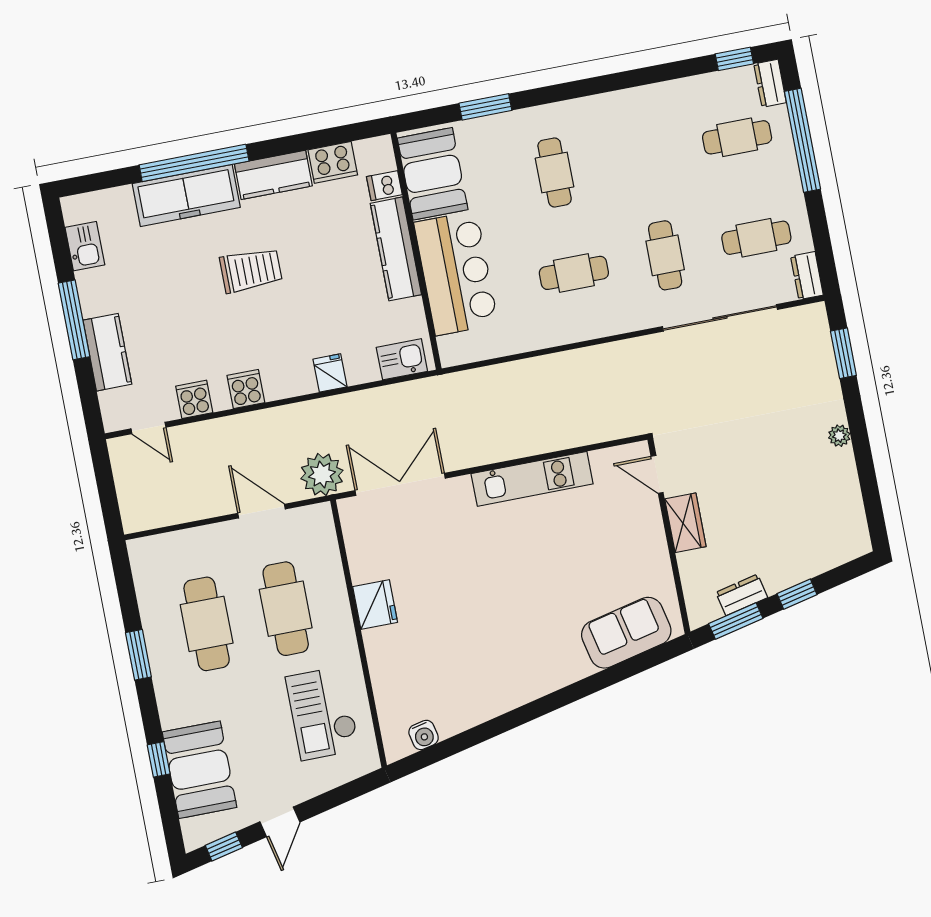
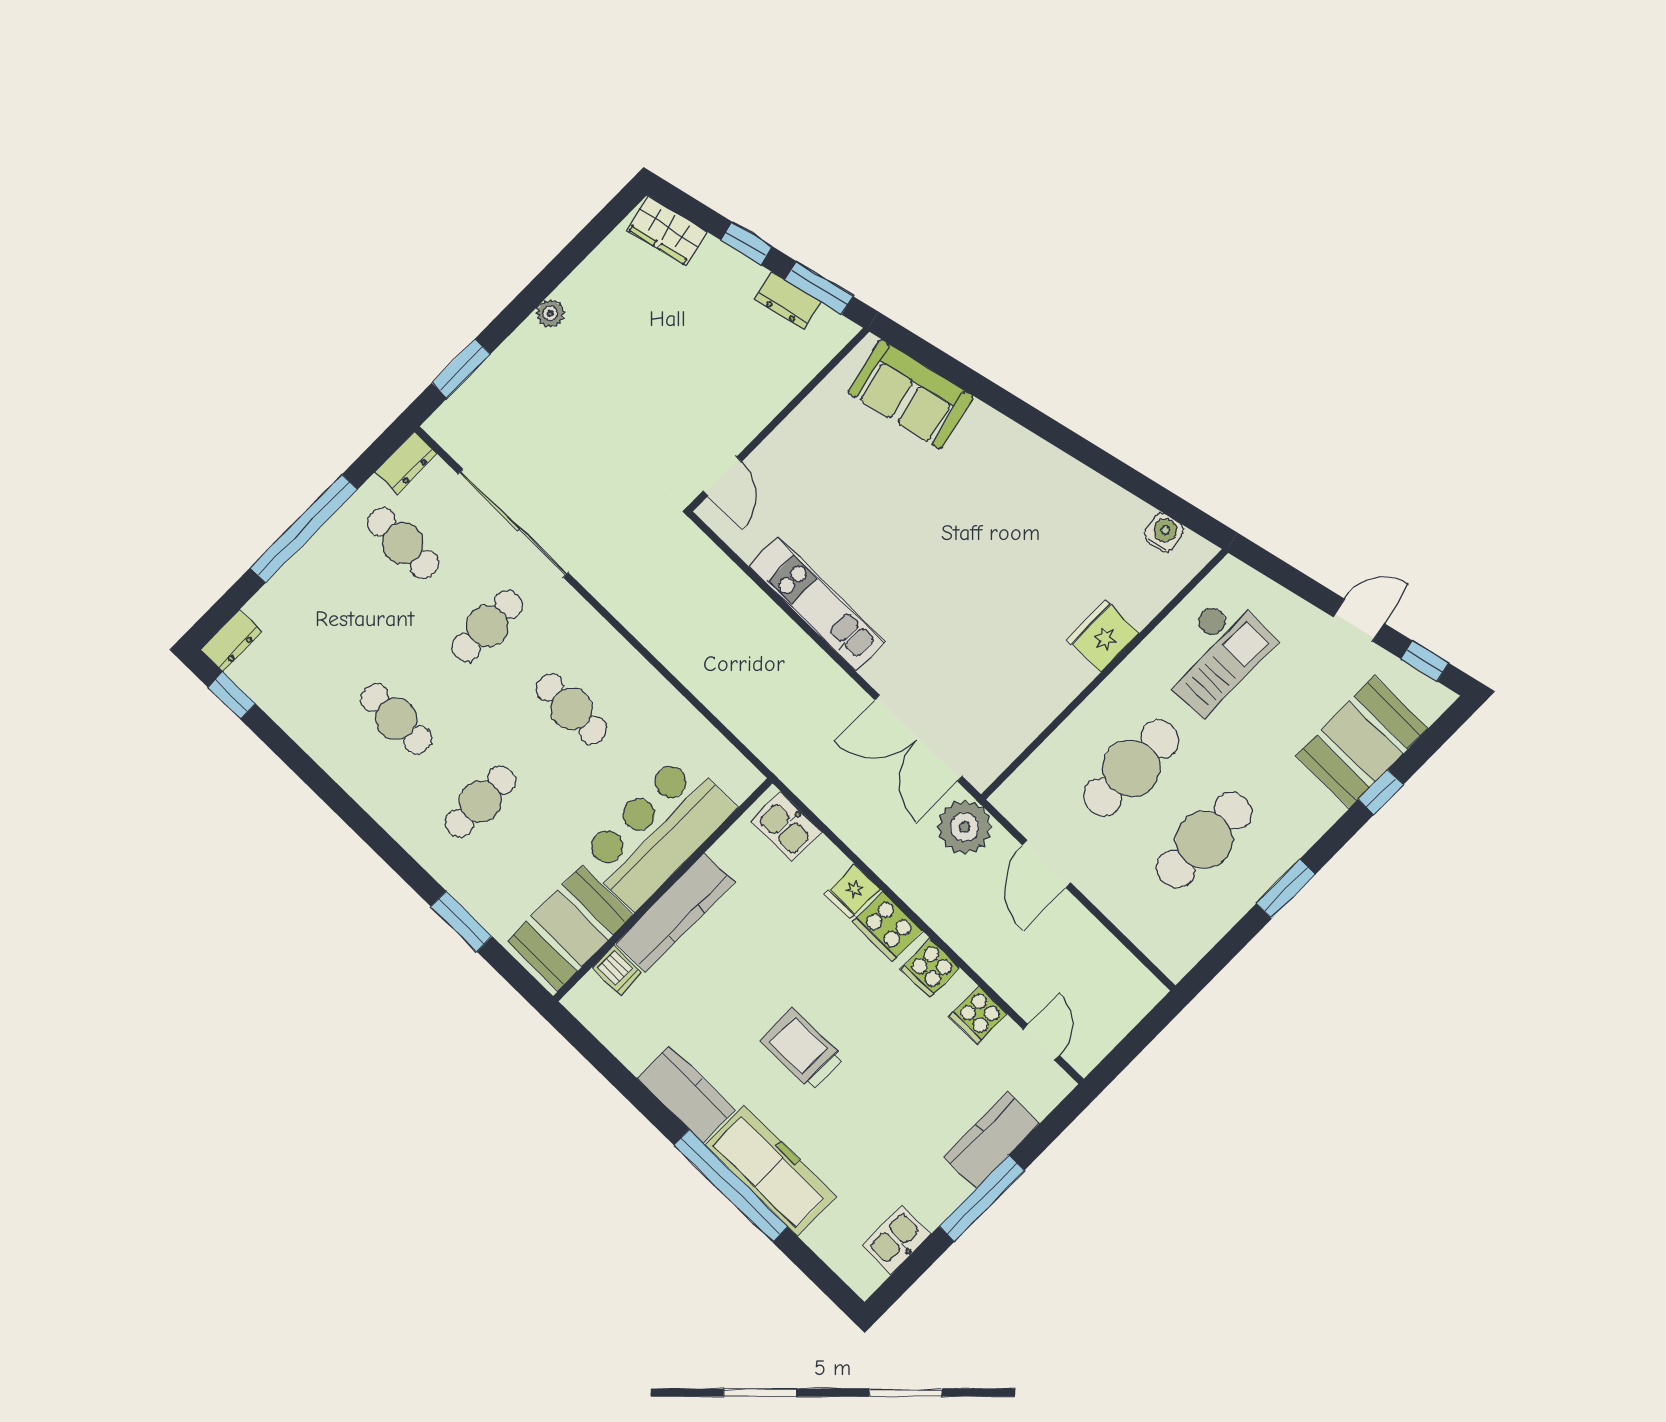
cafe table: (737, 137) -> (396, 719), moved
window: (802, 140) -> (304, 529), moved
cooker: (333, 162) -> (887, 926), moved, turned 180
wardrobe: (685, 523) -> (667, 231), moved, turned -103
fridge: (375, 604) -> (1103, 636), moved

